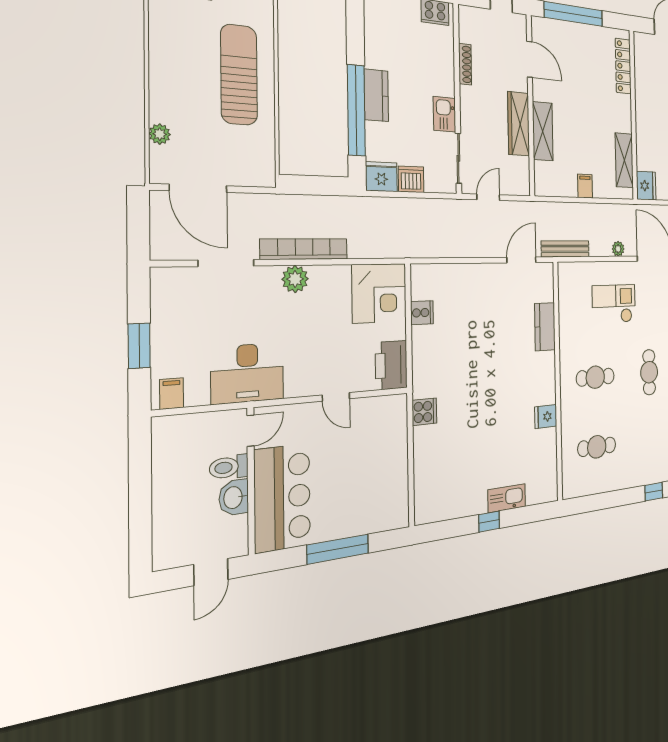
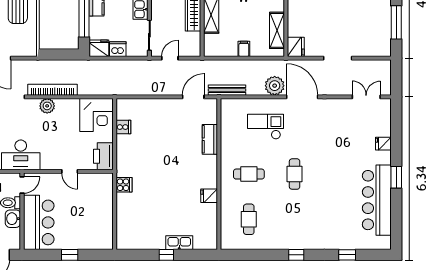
plant: (618, 249) -> (275, 86), width x1.88, depth x1.88
cafe table: (597, 447) -> (249, 219), turned 90
window: (338, 549) -> (70, 255), width x0.46

